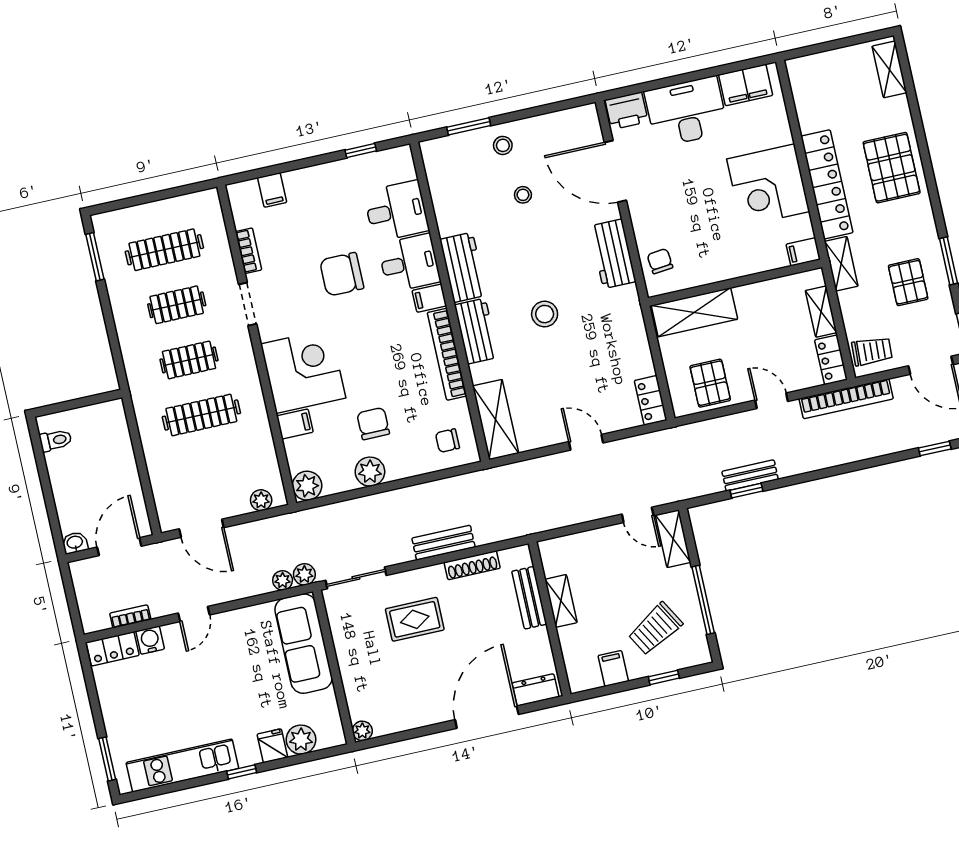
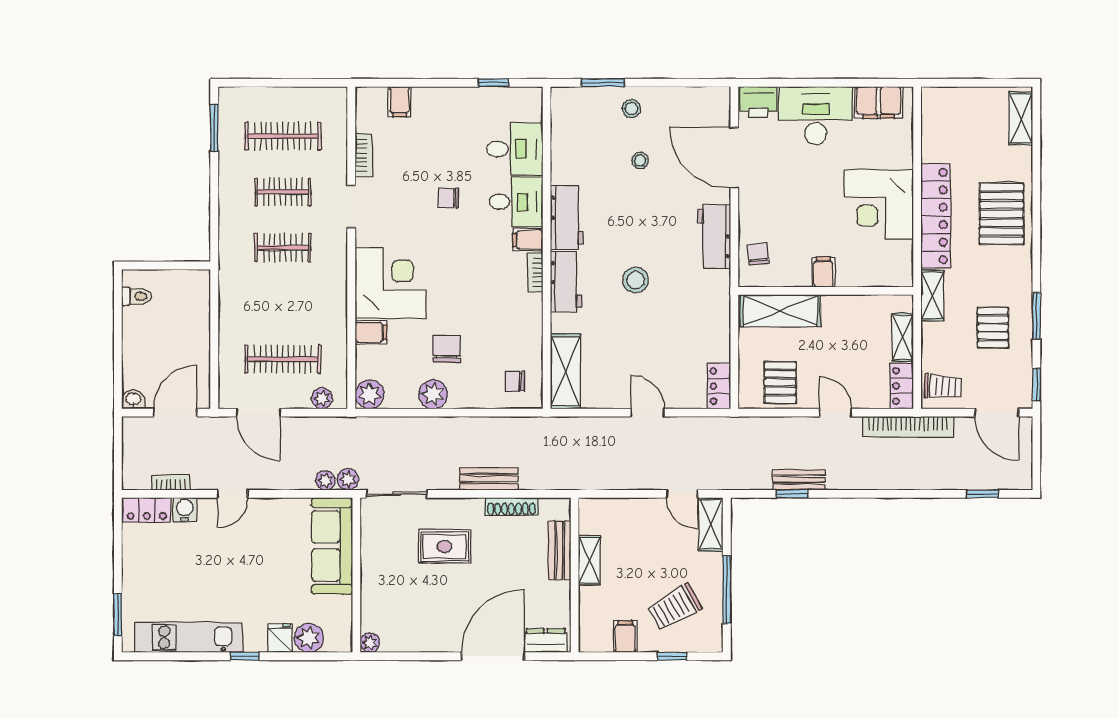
filing cabinet: (803, 252) -> (823, 272), moved, turned 90
chair: (342, 274) -> (448, 198), width x0.54, depth x0.54
bookcase: (447, 354) -> (535, 272), width x0.43, depth x0.76
clothes rail: (201, 415) -> (283, 359), moved

